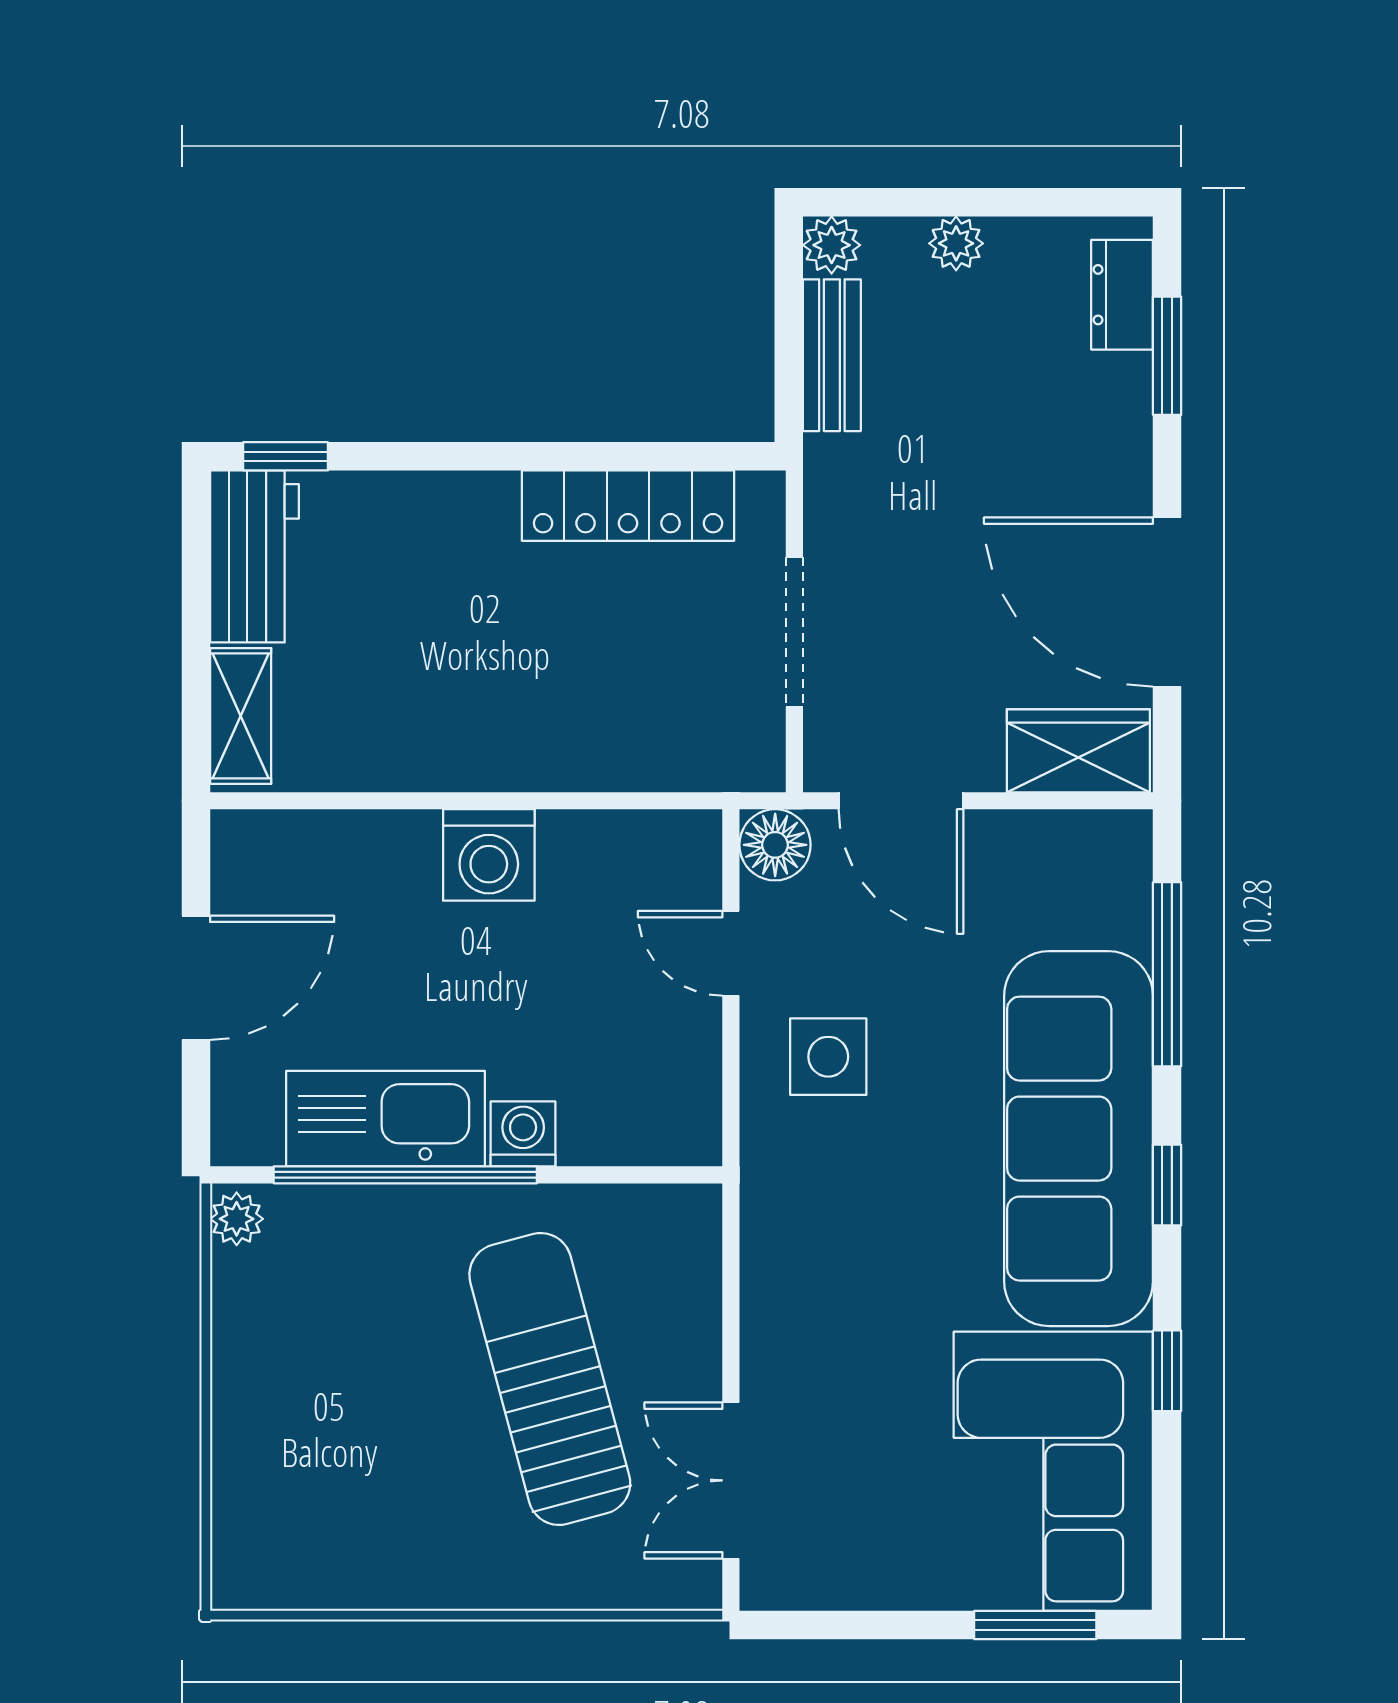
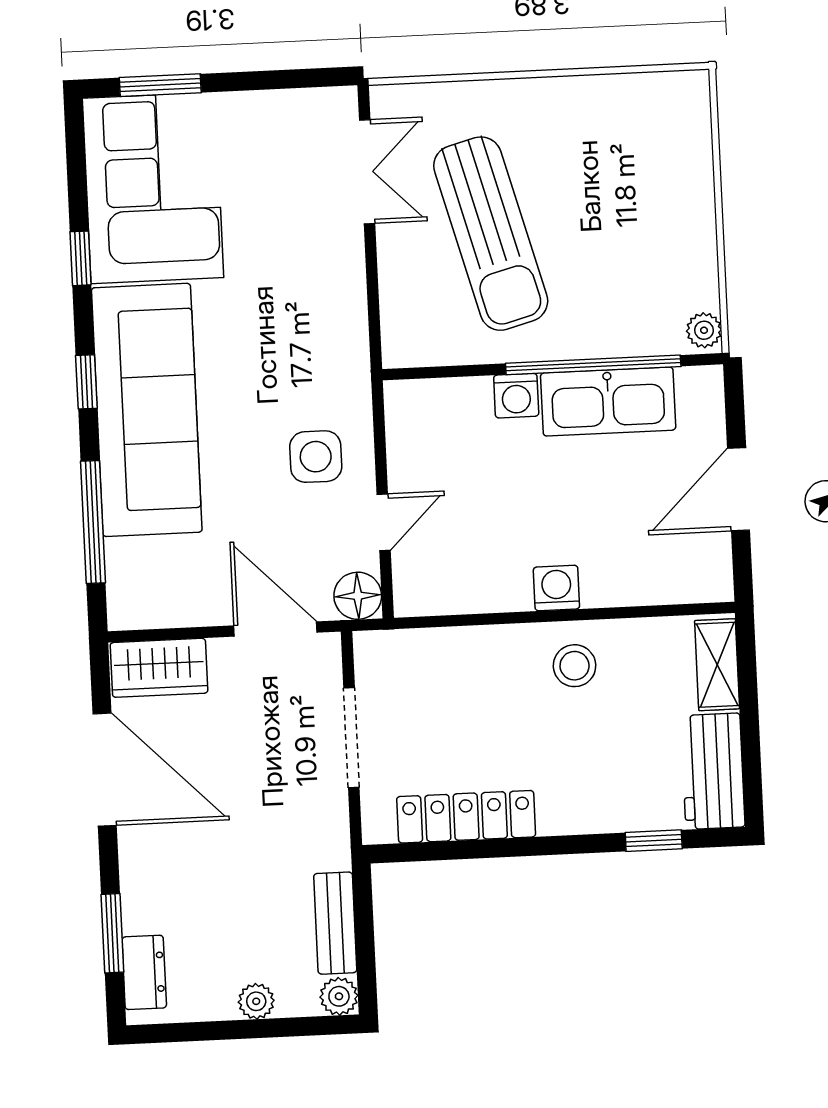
window: (286, 456) -> (654, 841), moved
stool: (455, 725) -> (575, 666), added
washing machine: (489, 855) -> (556, 588), width x0.73, depth x0.73
door: (731, 953) -> (384, 522), hinge flipped

